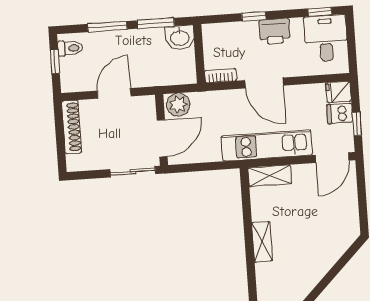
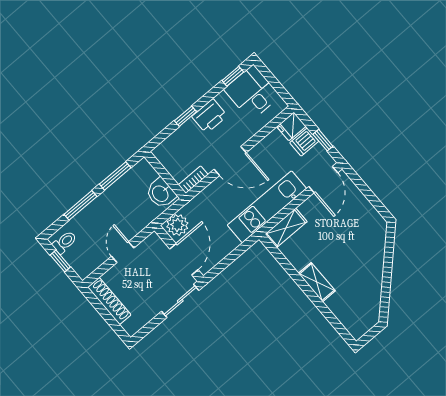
washbasin: (180, 38) -> (161, 193), moved, turned 90
door: (114, 93) -> (123, 252), width x0.73

